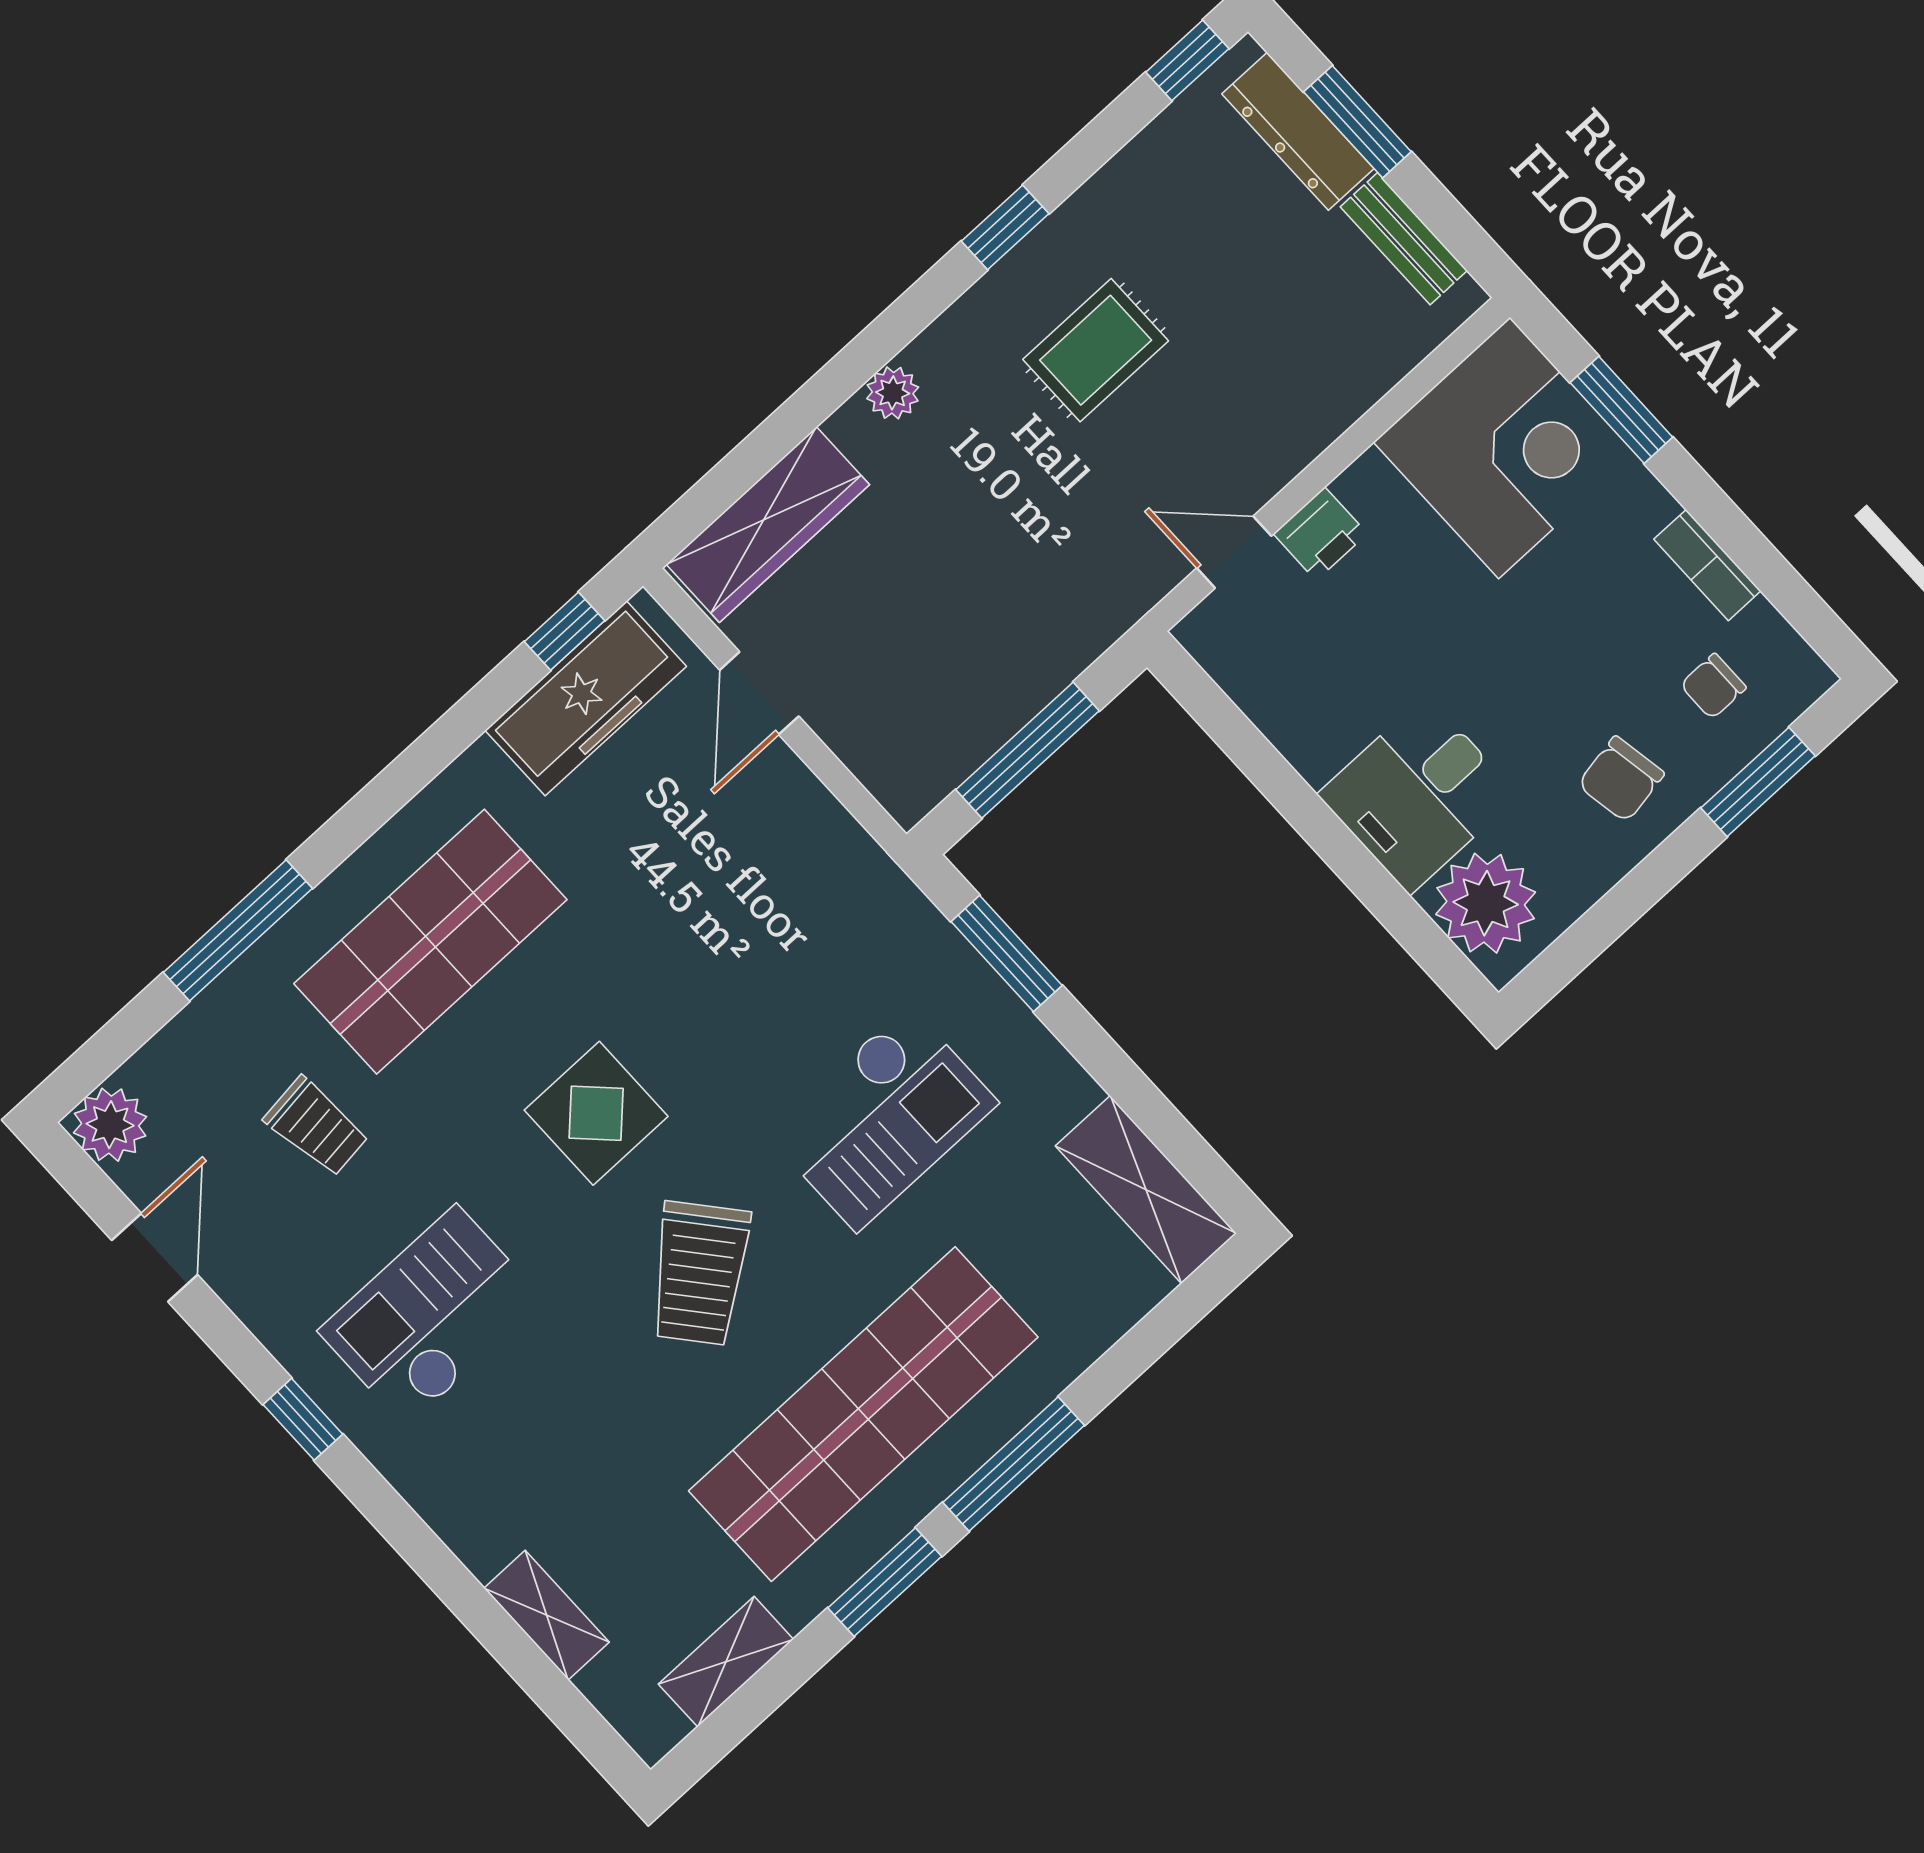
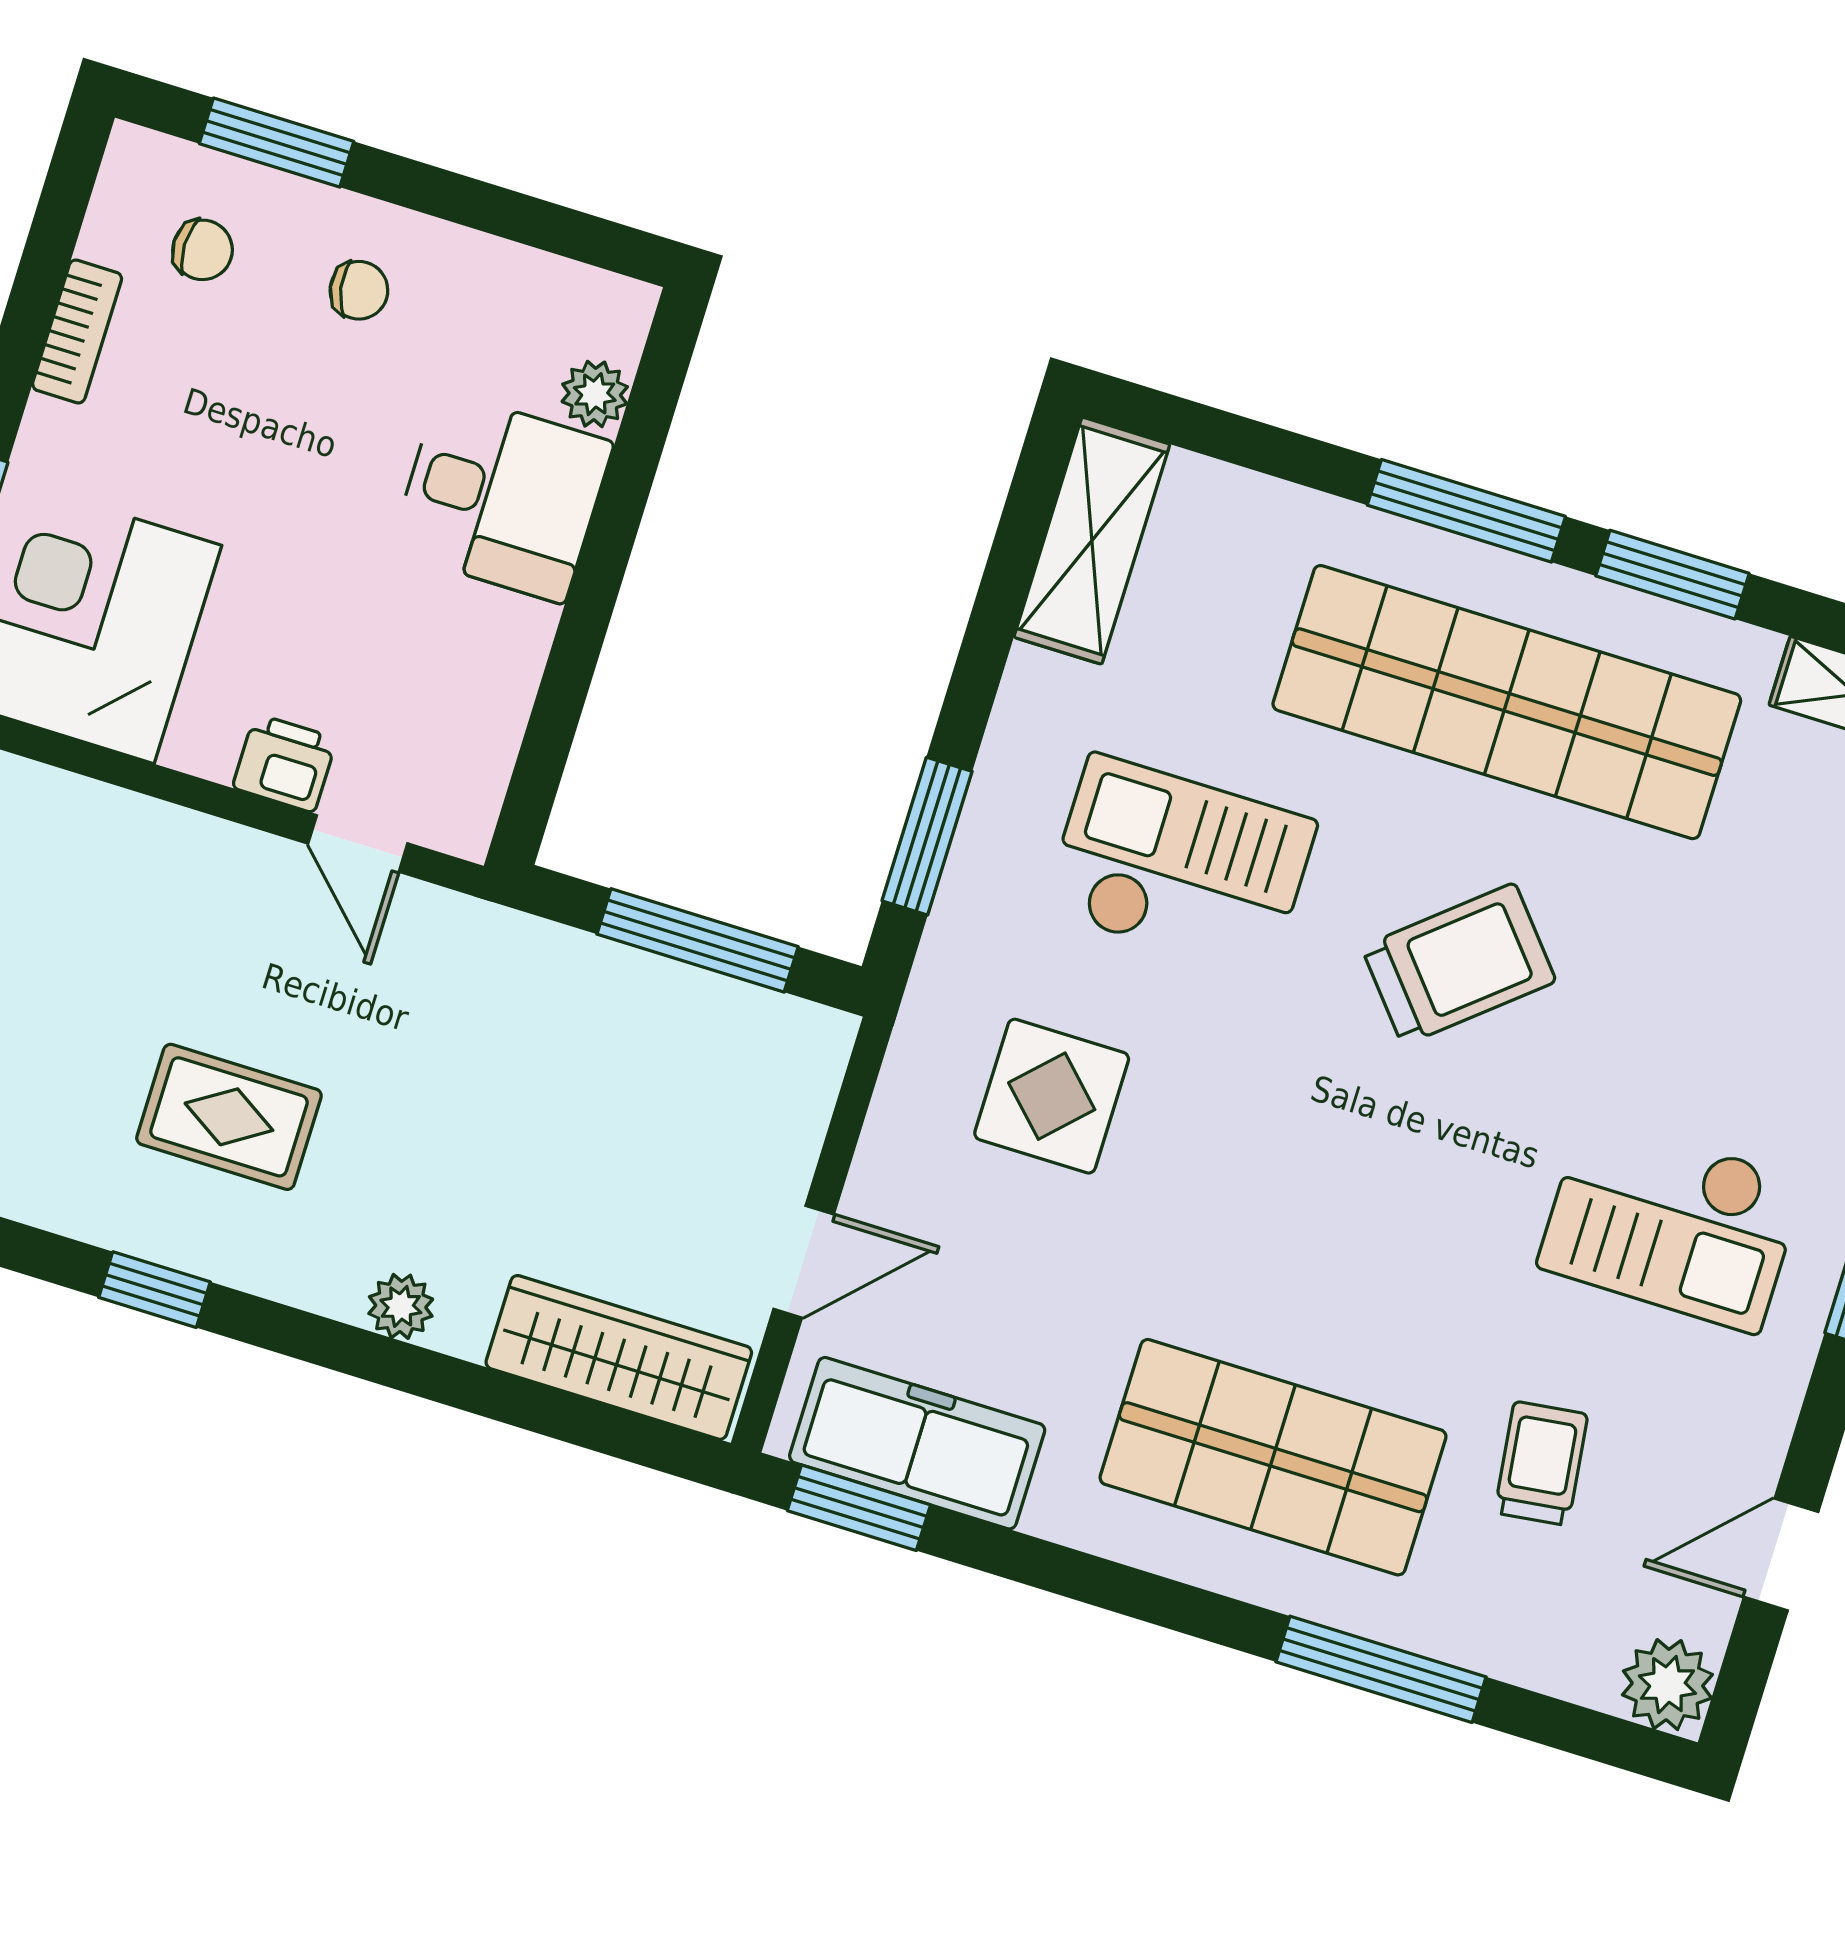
window: (564, 631) -> (859, 1508), width x1.50
chair: (1621, 779) -> (359, 290), width x0.73, depth x0.73
plant: (1486, 903) -> (595, 394), width x0.53, depth x0.53
display table: (596, 1113) -> (1052, 1096), moved

